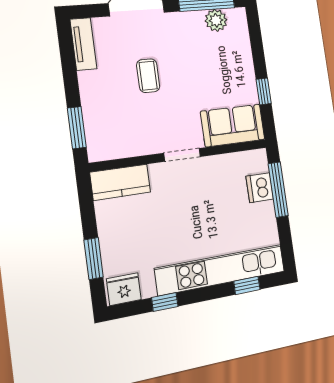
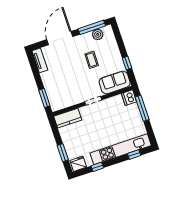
coffee table: (148, 76) -> (92, 60), moved
dishwasher: (260, 188) -> (129, 98), moved

